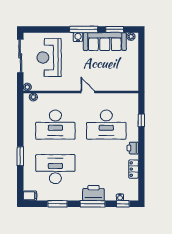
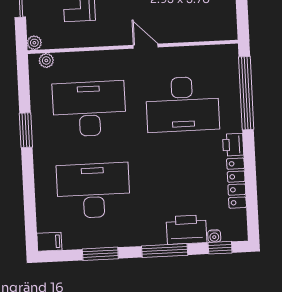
window: (141, 120) -> (246, 93), width x3.17
desk: (55, 125) -> (89, 109), turned 180
window: (20, 156) -> (26, 130), moved
locker: (134, 169) -> (237, 183), width x1.53
printer: (94, 193) -> (186, 230), moved

